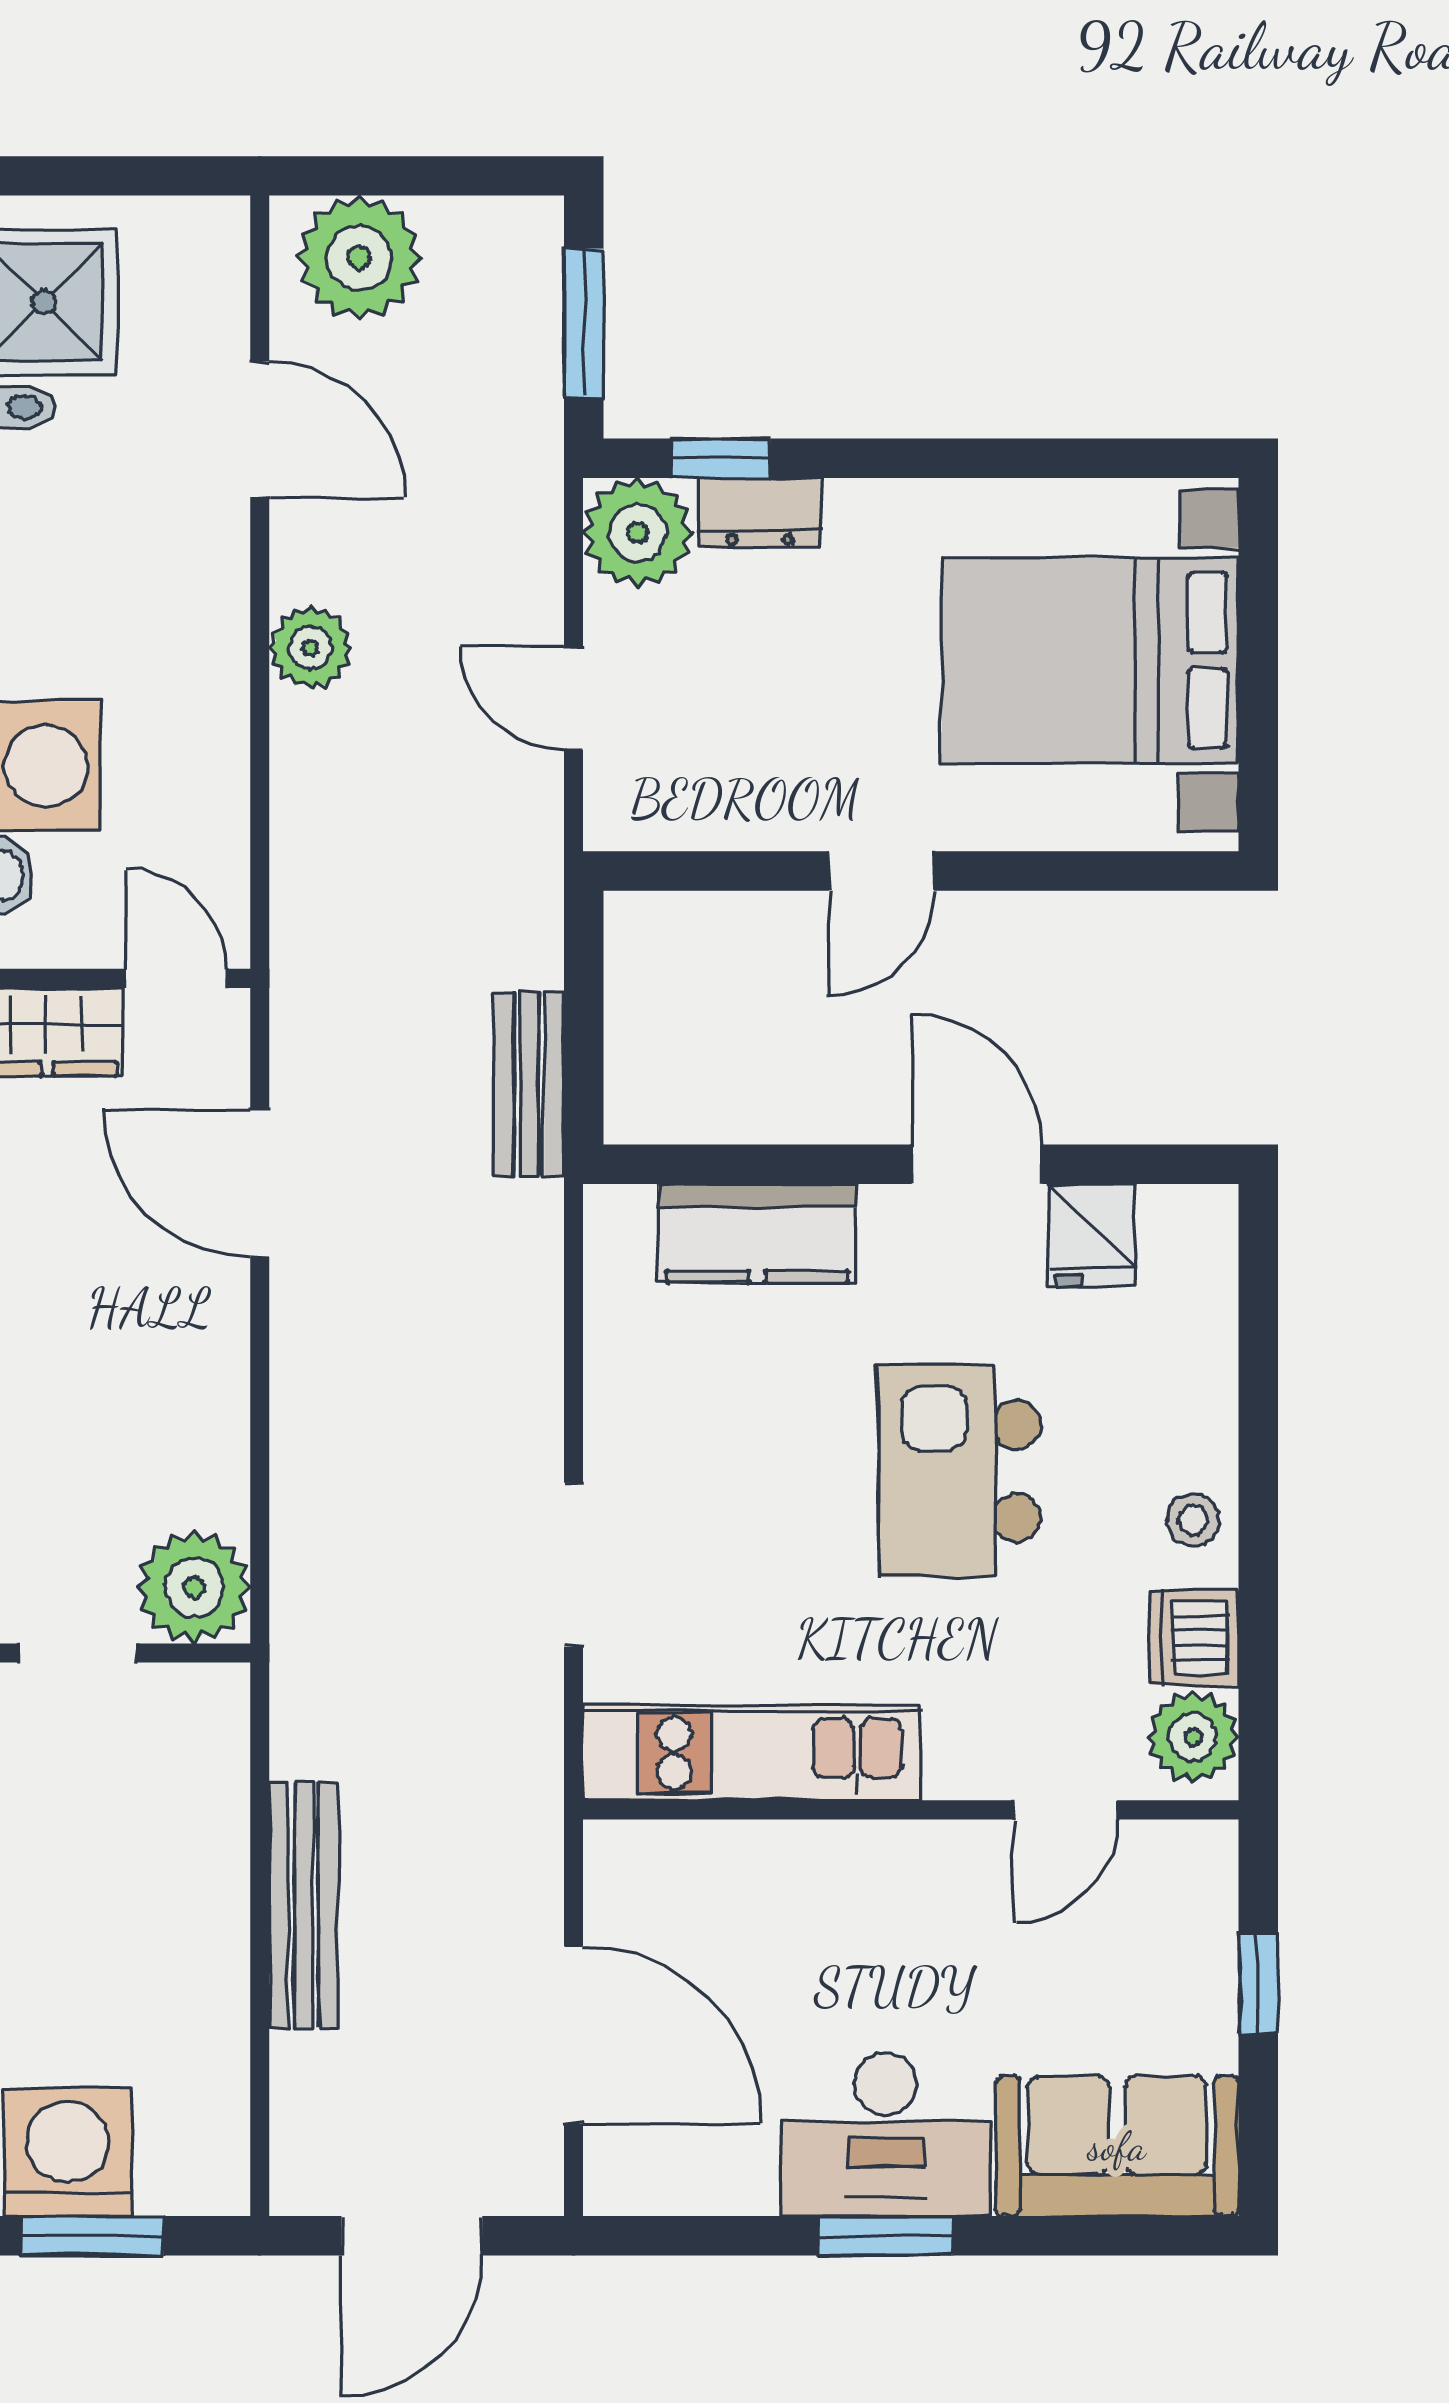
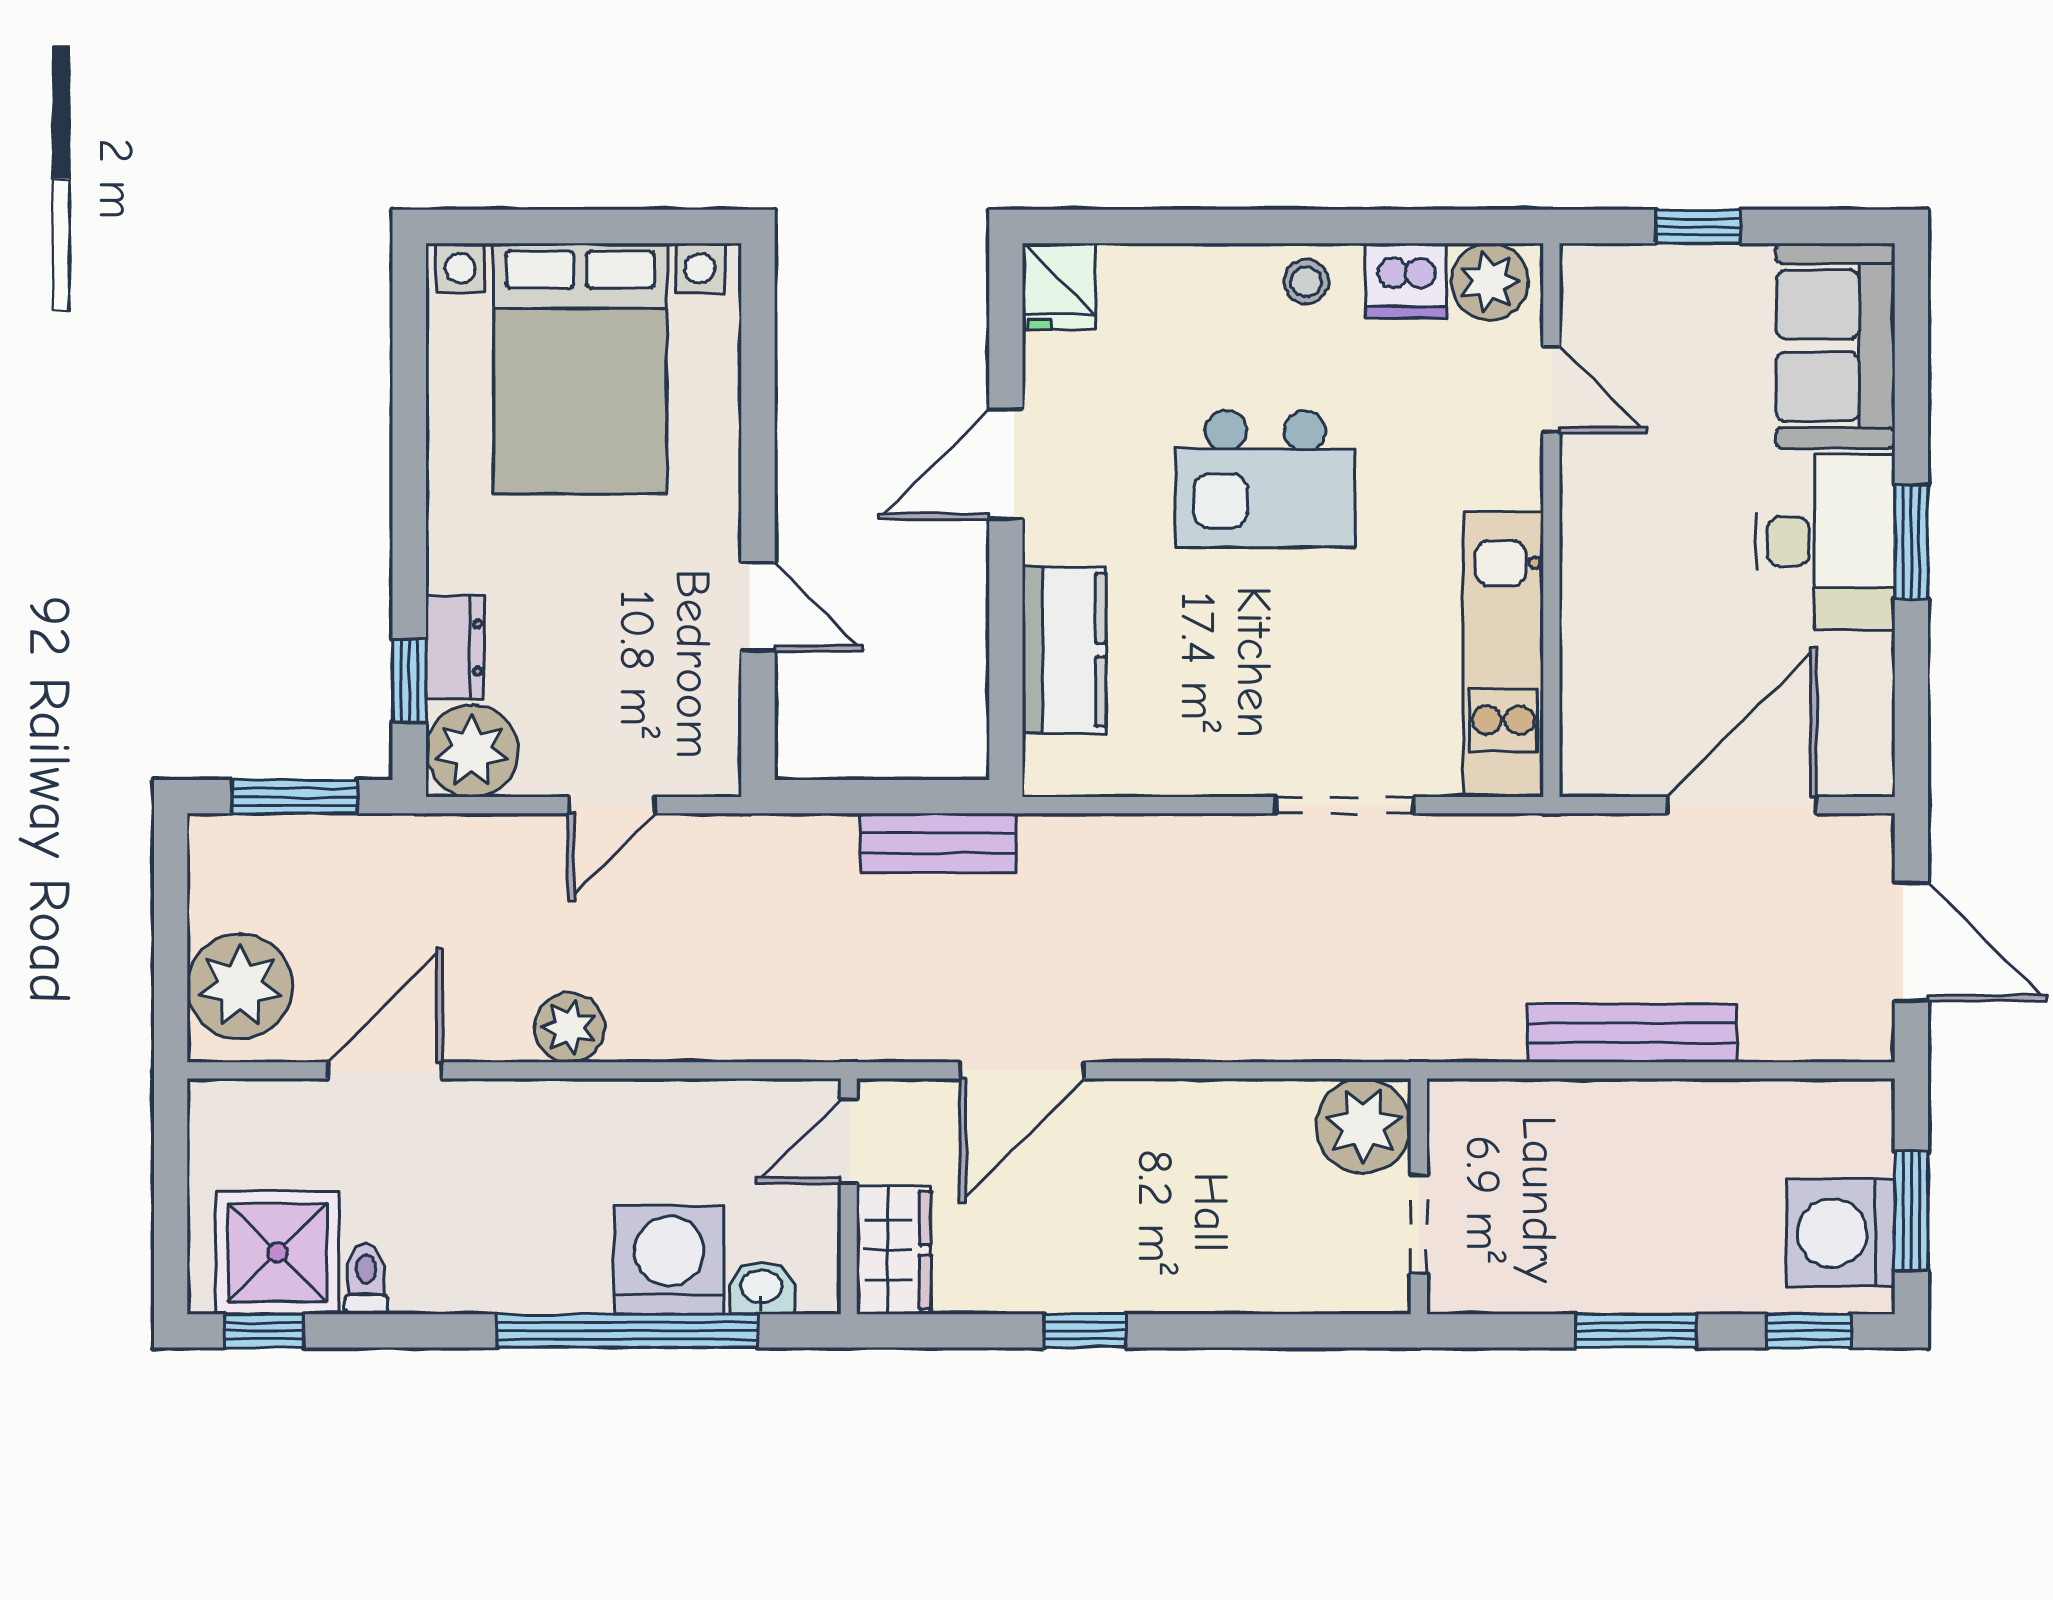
door: (882, 871) -> (758, 607), moved
fridge: (1092, 1235) -> (1059, 286), moved, turned 90

